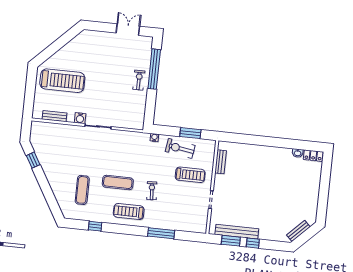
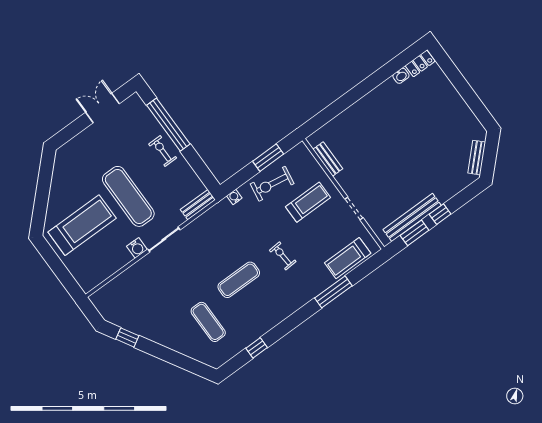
exercise mat: (100, 87) -> (128, 196), added
bench: (54, 116) -> (198, 205), moved
treadmill: (129, 212) -> (348, 258), moved

